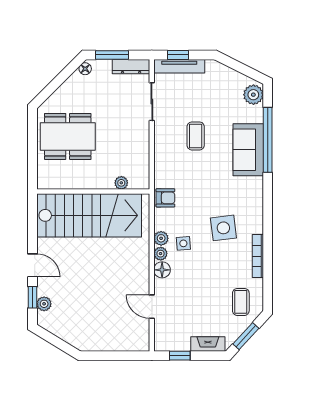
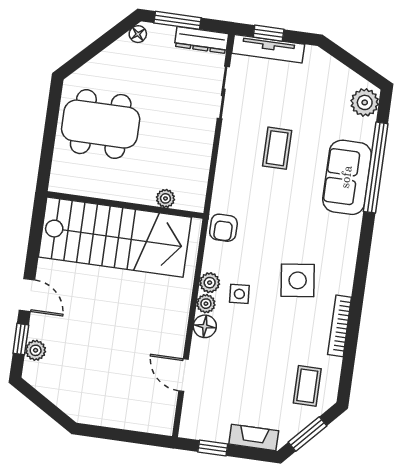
armchair: (165, 198) -> (223, 228), turned 90

